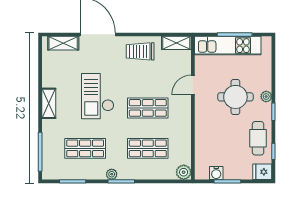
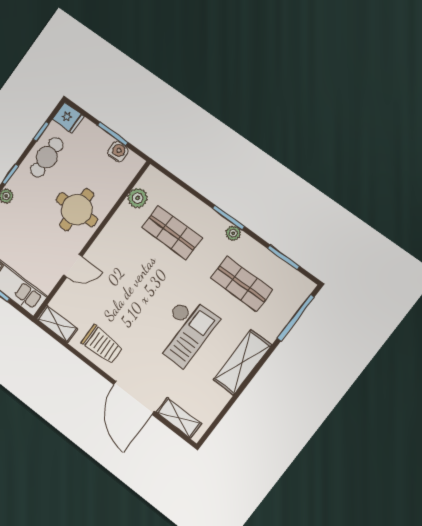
round table: (235, 97) -> (77, 210), moved
shelving: (49, 103) -> (242, 362), width x1.50, depth x1.33
shop shelf: (148, 108) -> (139, 277), removed
plant: (184, 172) -> (138, 198), moved

